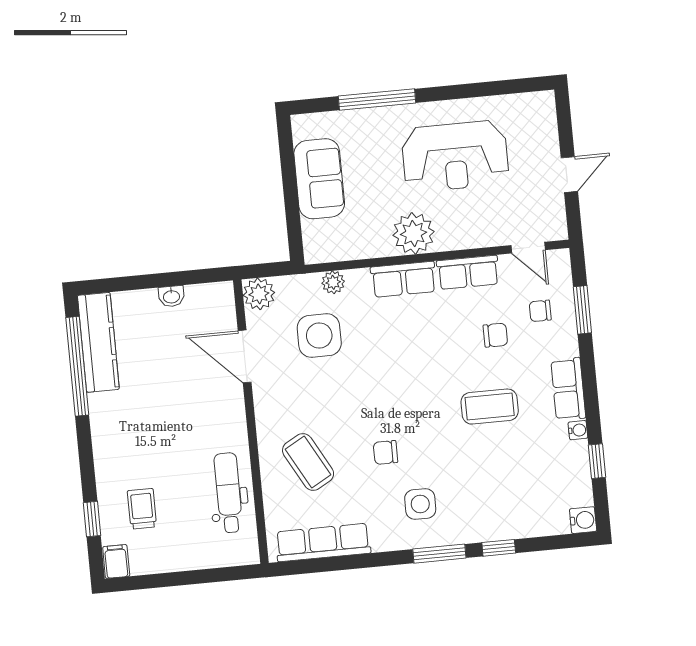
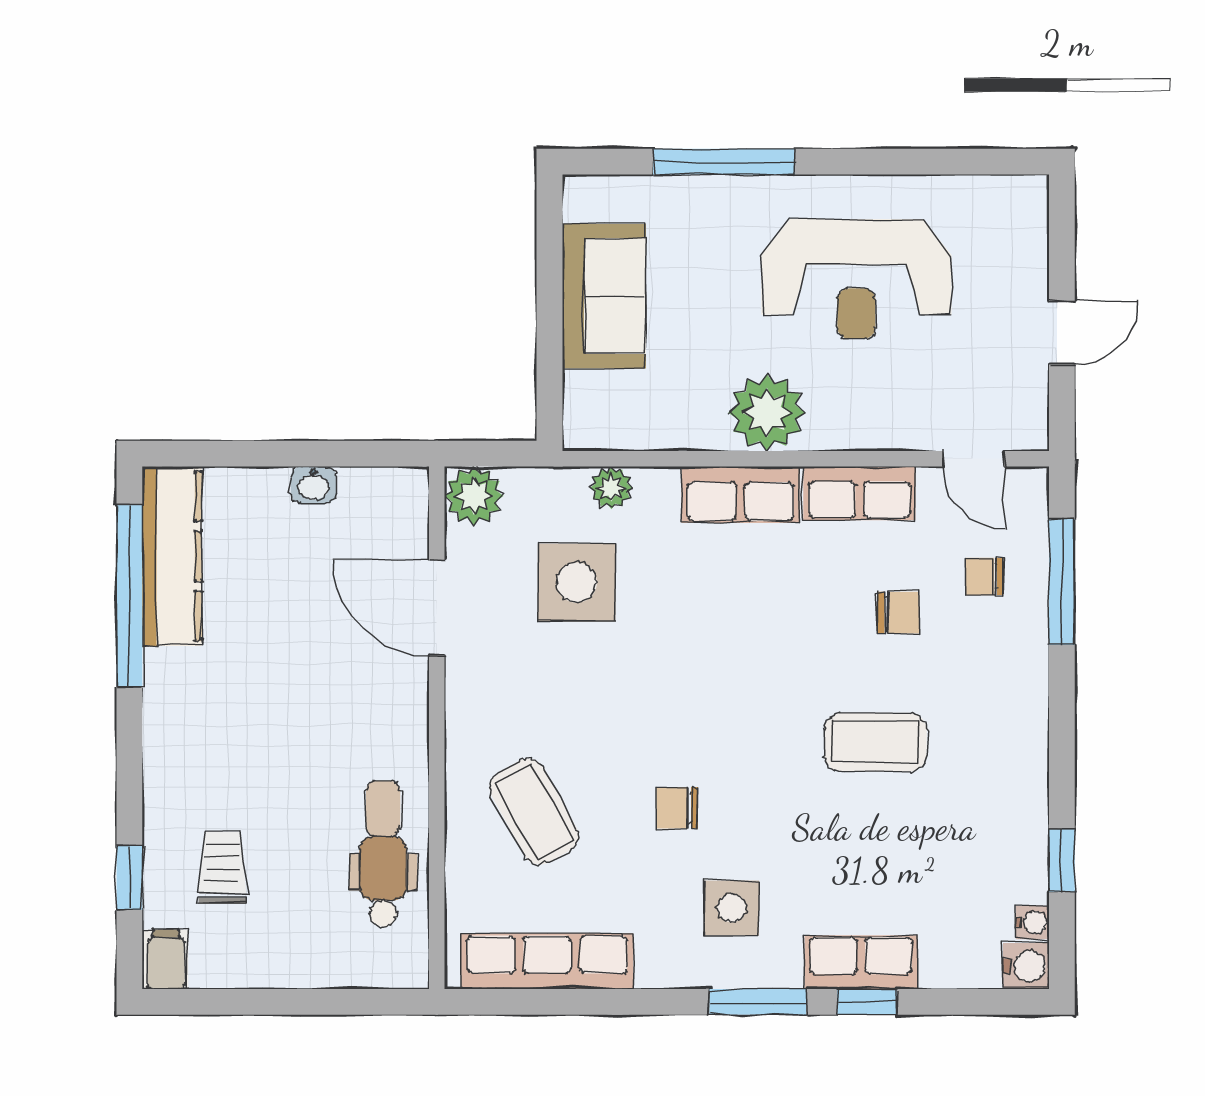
window: (582, 310) -> (1062, 582), width x1.44
row of seats: (568, 389) -> (861, 962), moved, turned 90
water cooler: (578, 430) -> (1033, 922), moved

